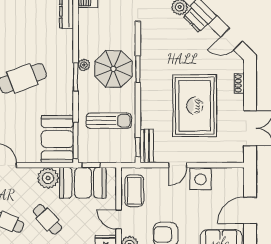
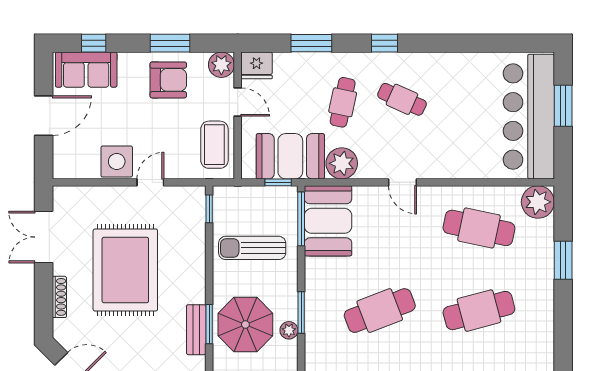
shoe rack: (239, 83) -> (59, 297), width x1.43
bench: (147, 146) -> (196, 330), moved
cafe table: (47, 219) -> (343, 102), turned 54

